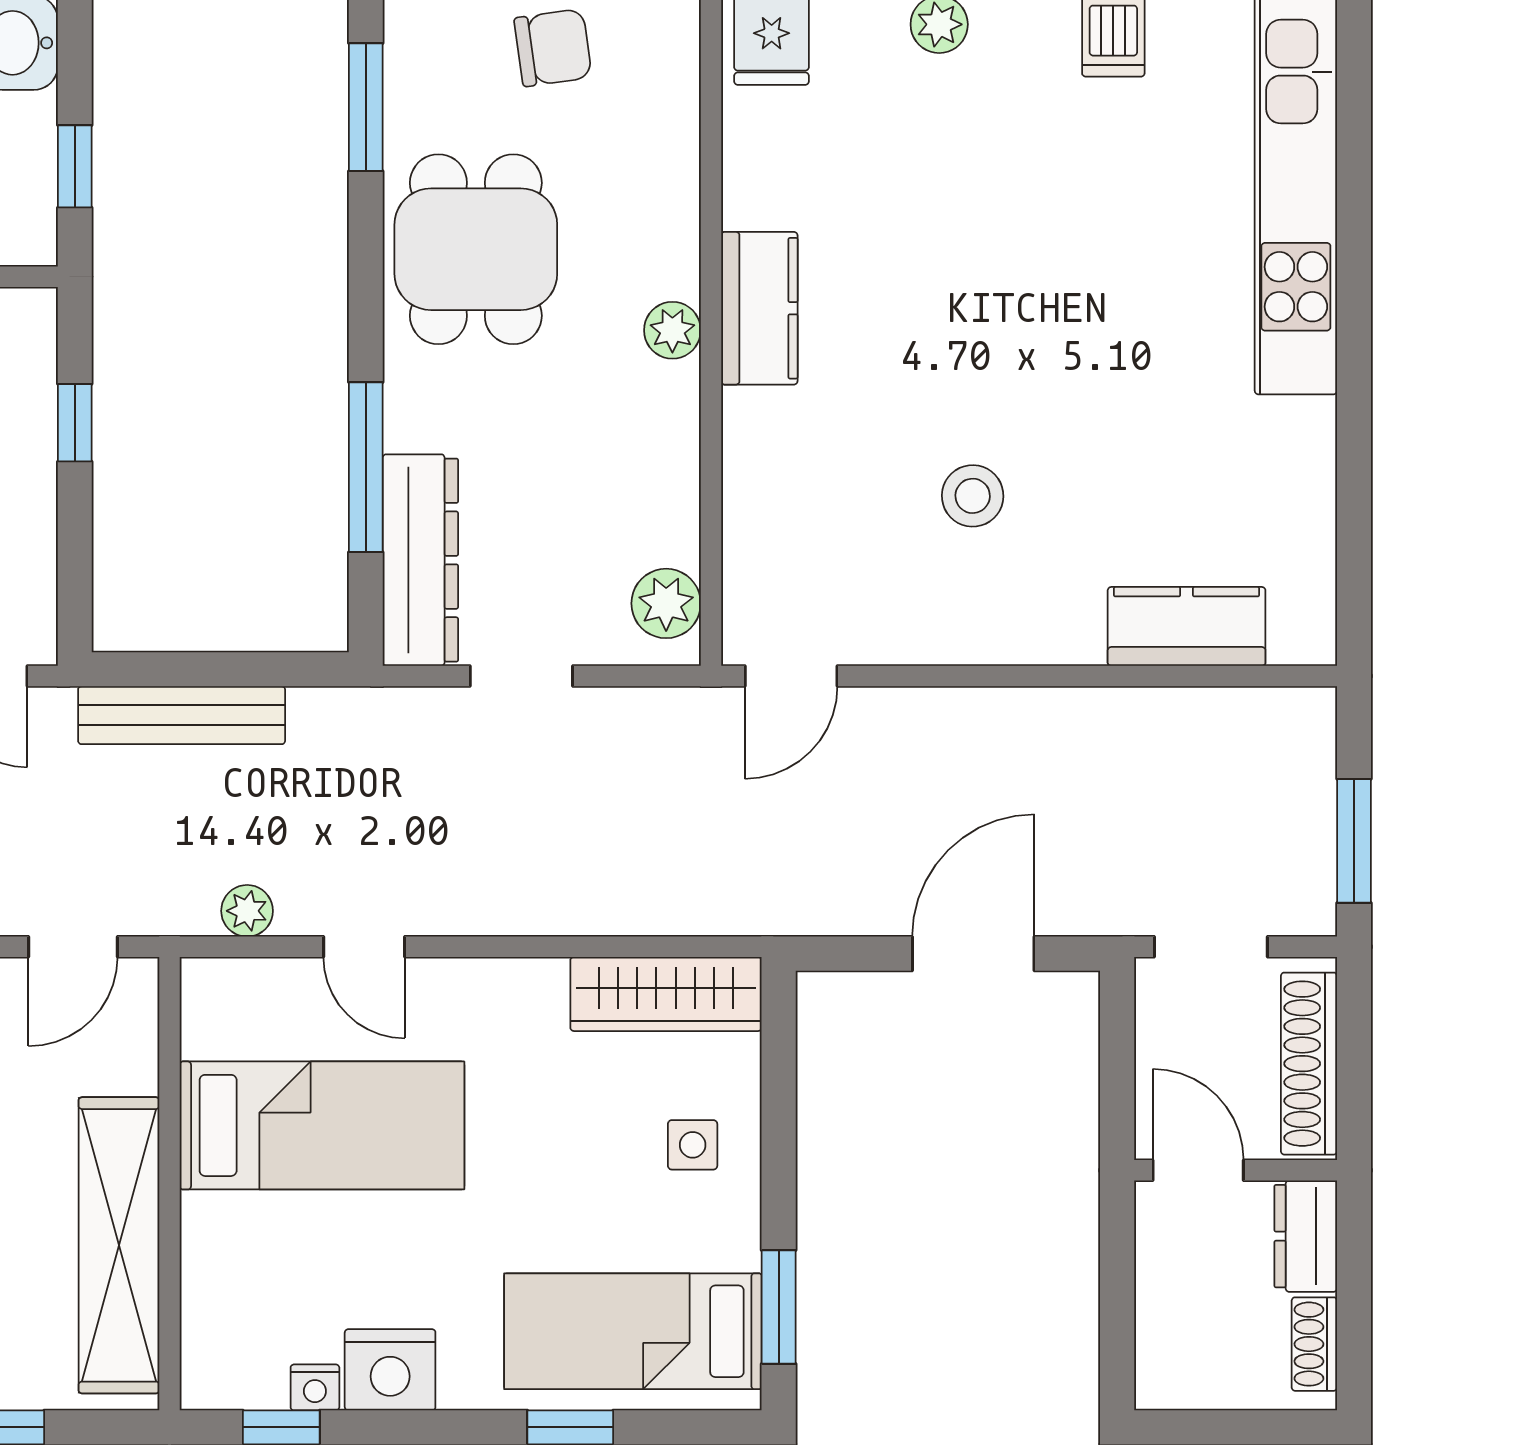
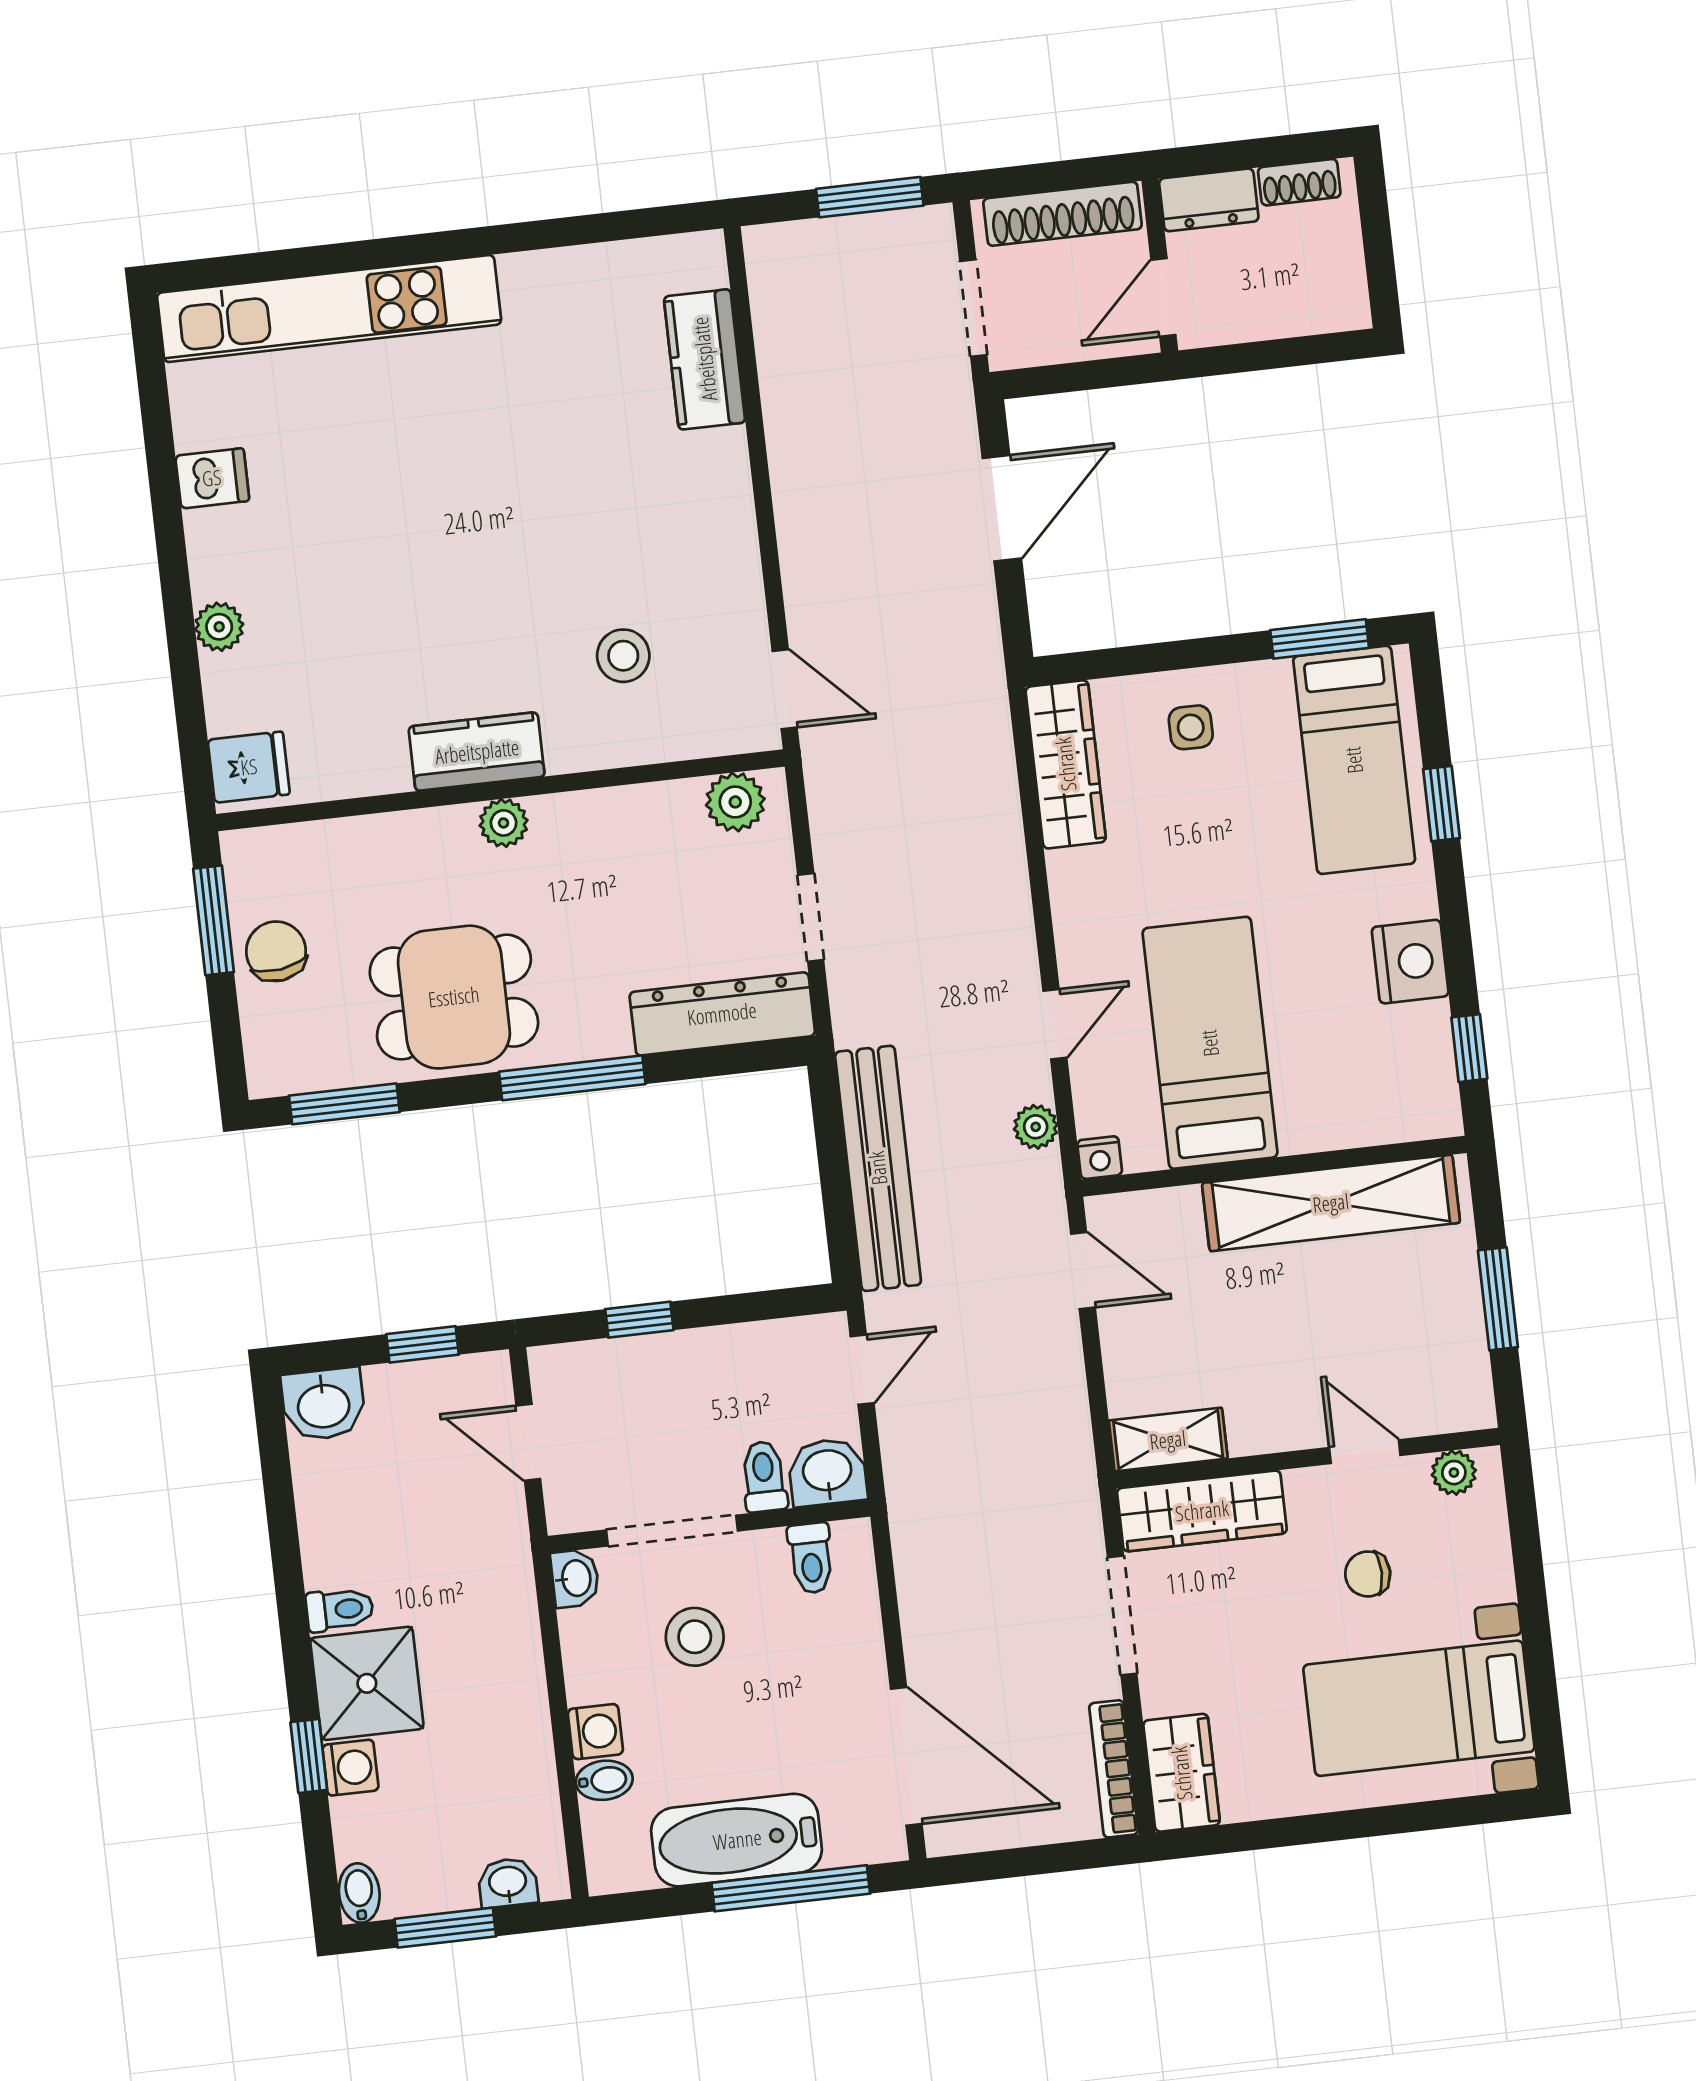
window: (366, 467) -> (572, 1078), moved
stool: (973, 496) -> (623, 656), moved
bench: (182, 715) -> (878, 1168), width x1.37, depth x1.21
door: (973, 954) -> (1002, 508), swing flipped
nightstand: (315, 1387) -> (1100, 1158), moved, turned 90

